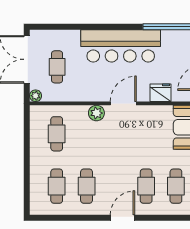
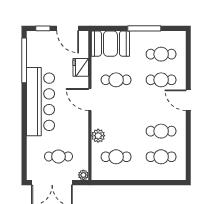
plant: (96, 113) -> (98, 136), moved
cafe table: (146, 134) -> (116, 80), added

